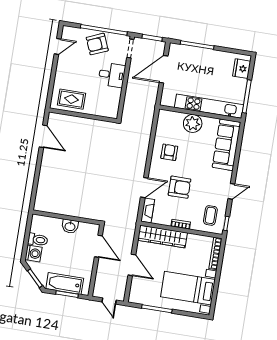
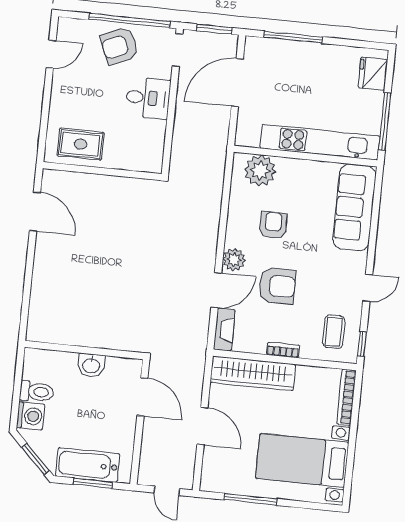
plant: (193, 123) -> (260, 171), moved
armchair: (169, 152) -> (273, 225), moved
plant: (156, 171) -> (234, 260), added

